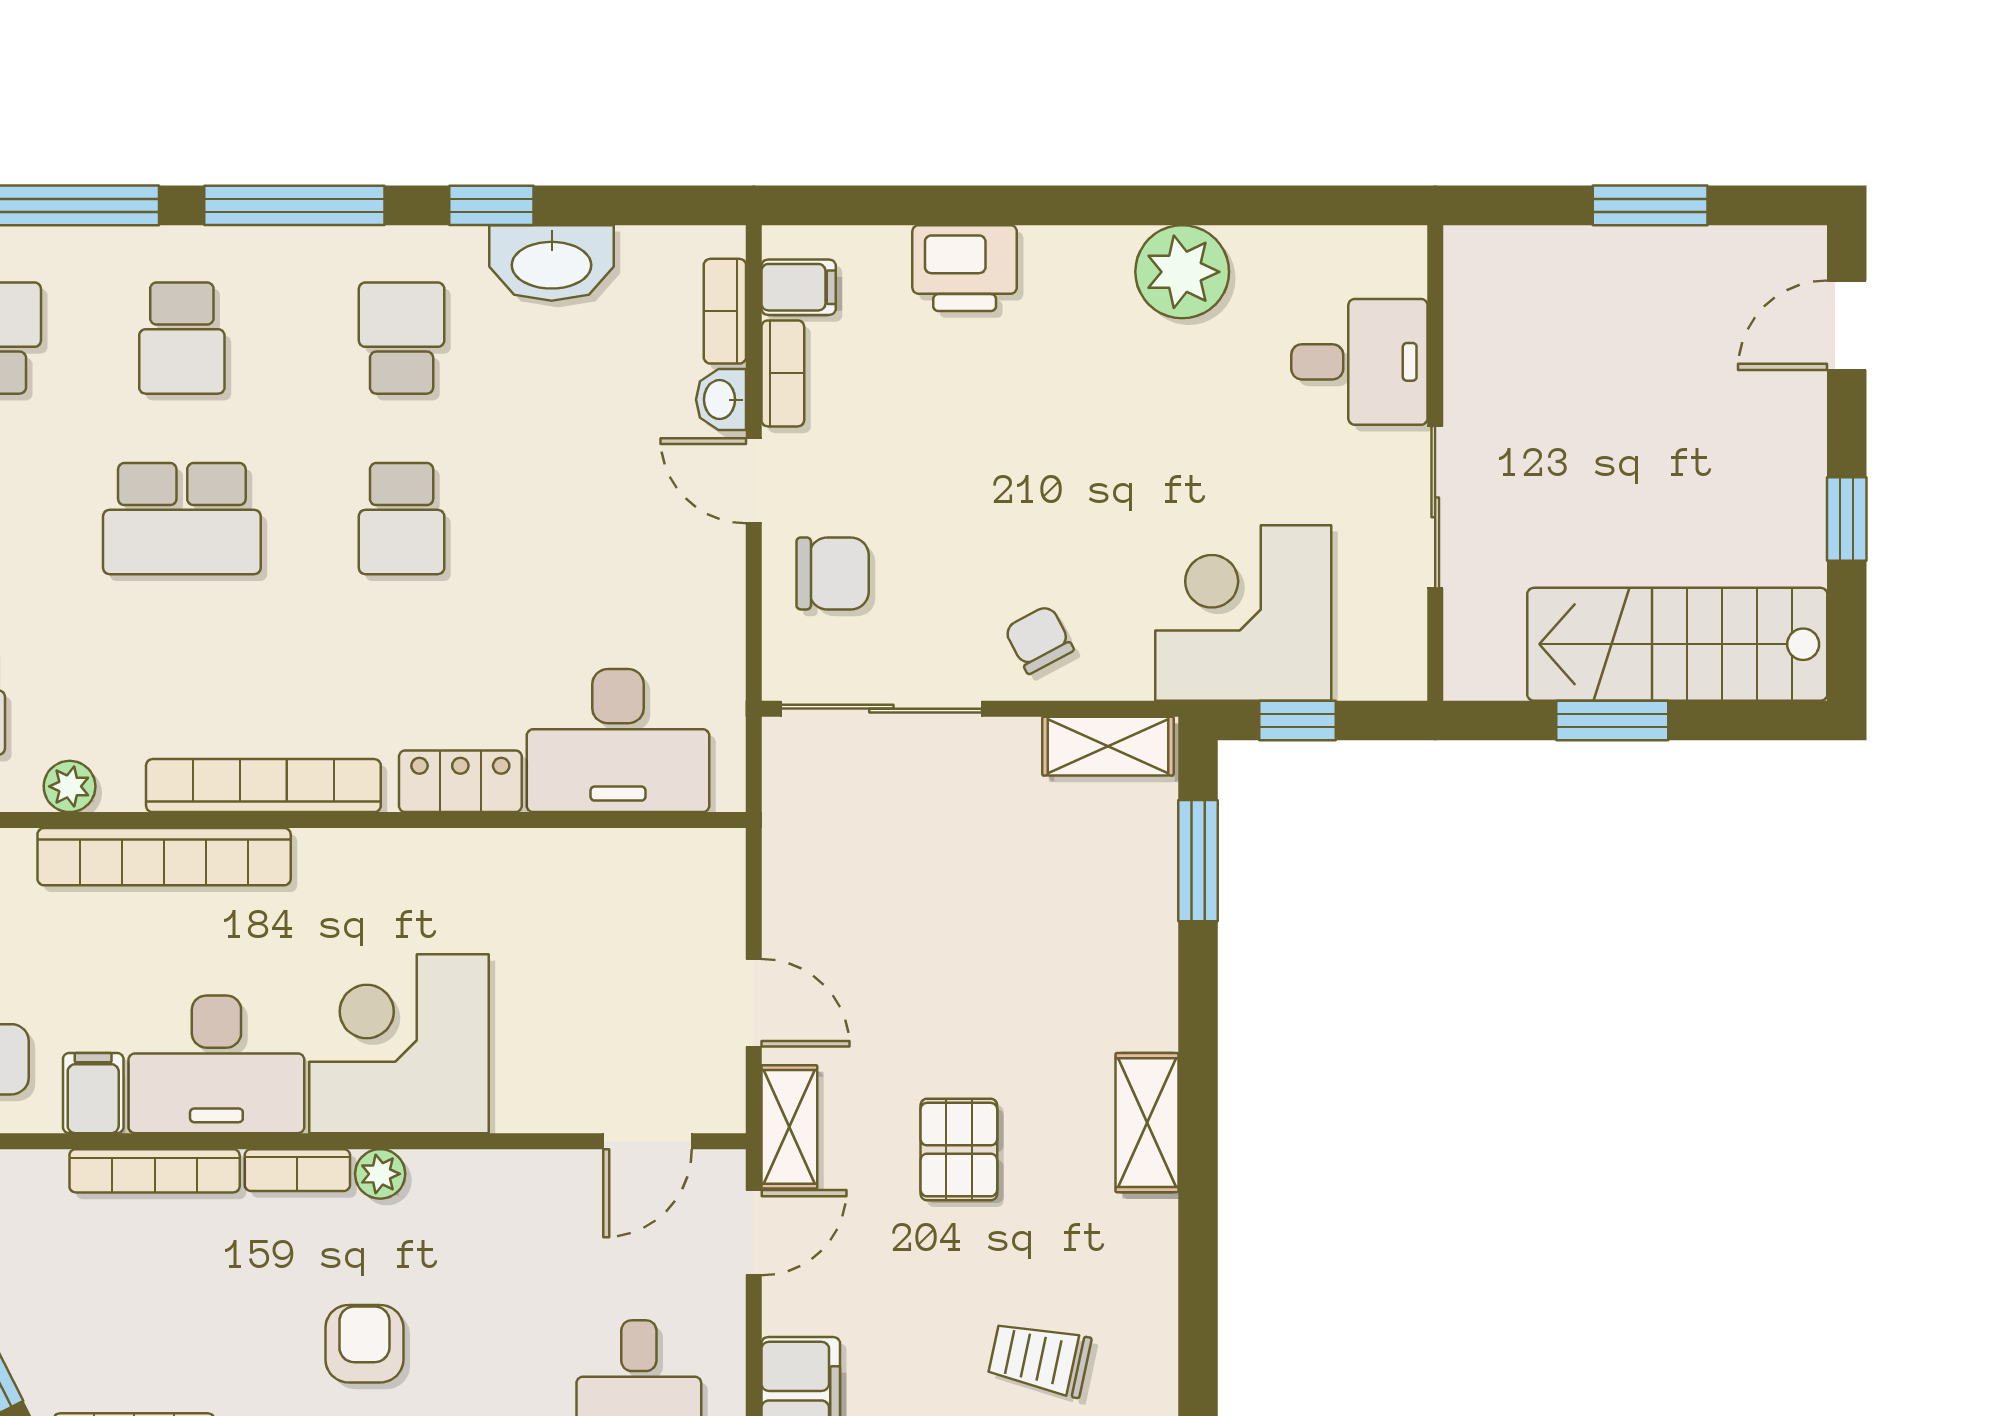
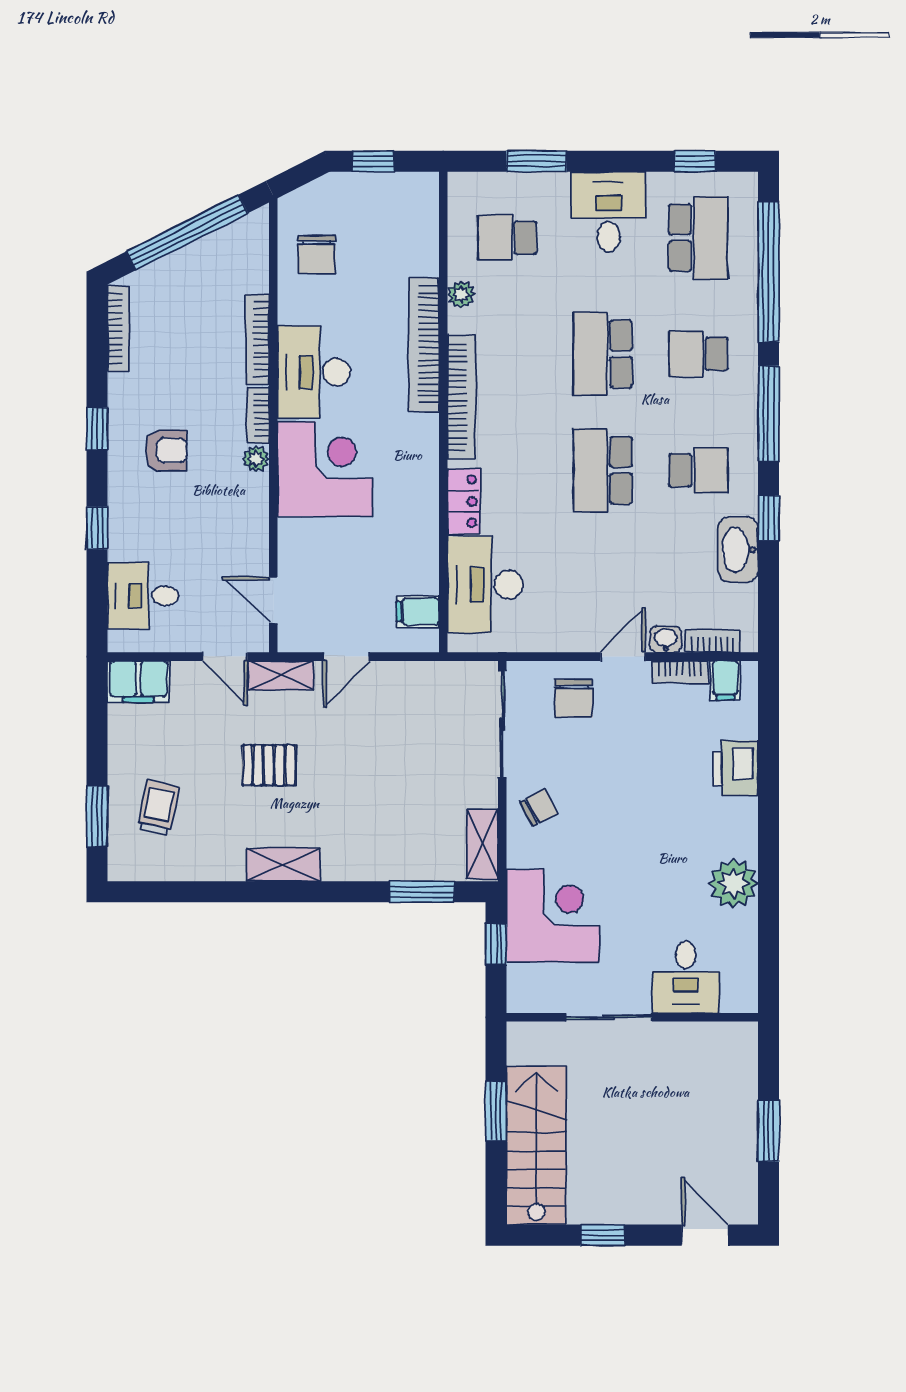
school desk: (402, 519) -> (603, 470), width x1.85
filing cabinet: (93, 1093) -> (418, 612), moved, turned 180

